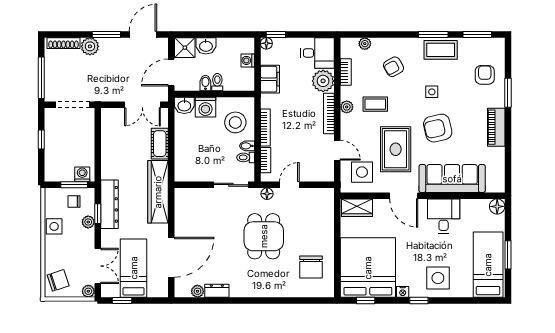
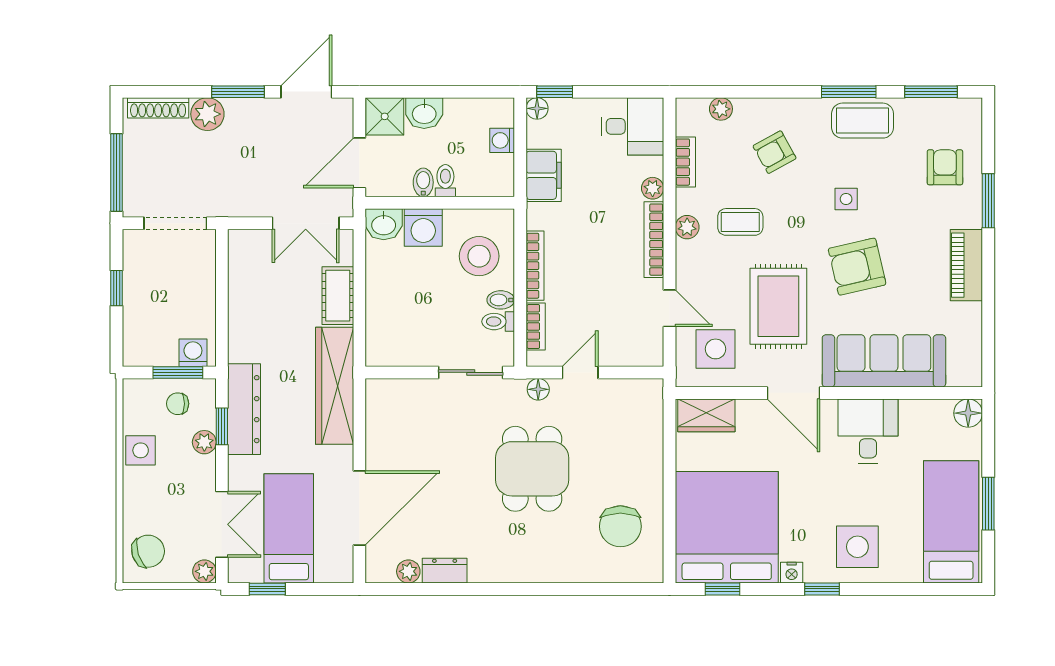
plant: (323, 81) -> (653, 188), width x0.53, depth x0.53

